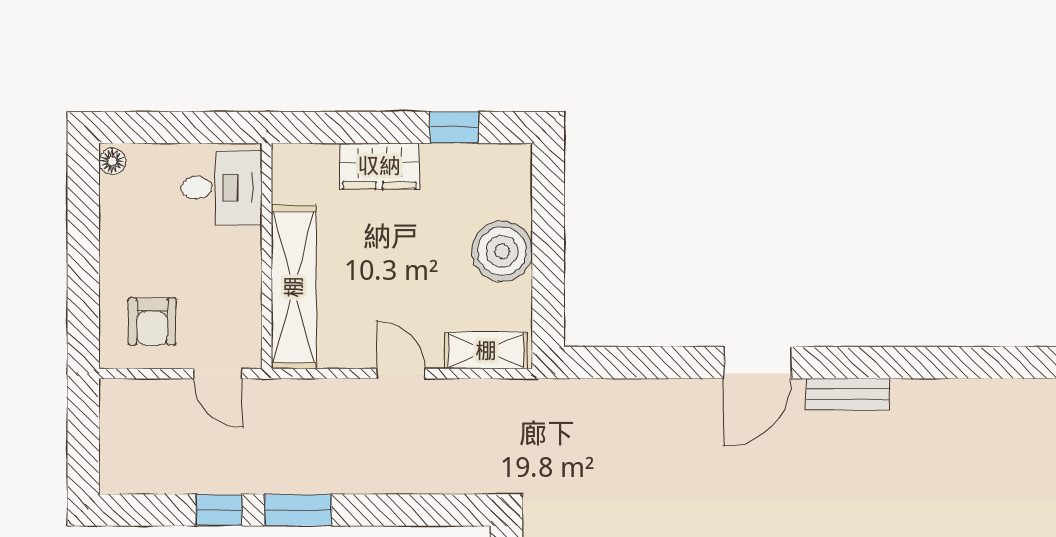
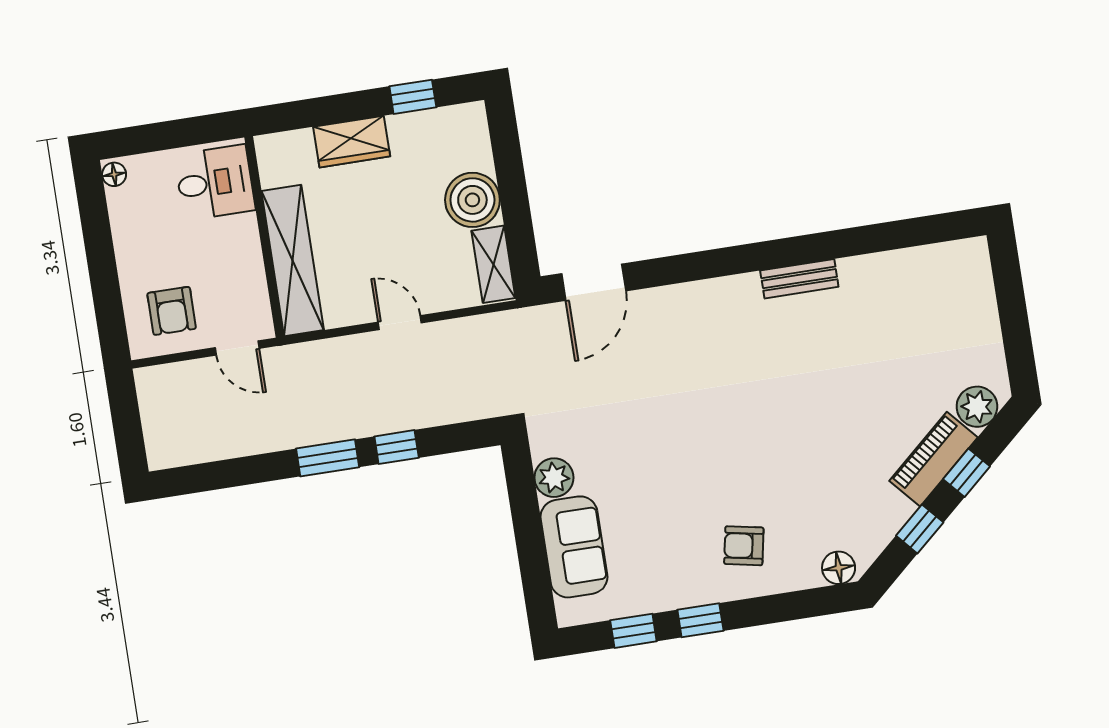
shelving: (486, 351) -> (493, 264), moved, turned 90
door: (758, 363) -> (594, 282), moved
window: (219, 510) -> (397, 447), moved

